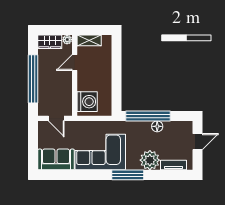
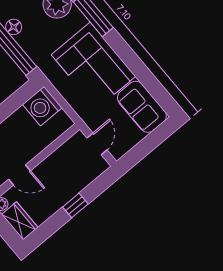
window: (33, 79) -> (75, 205), width x0.32
washing machine: (87, 102) -> (42, 106), moved, turned -90

